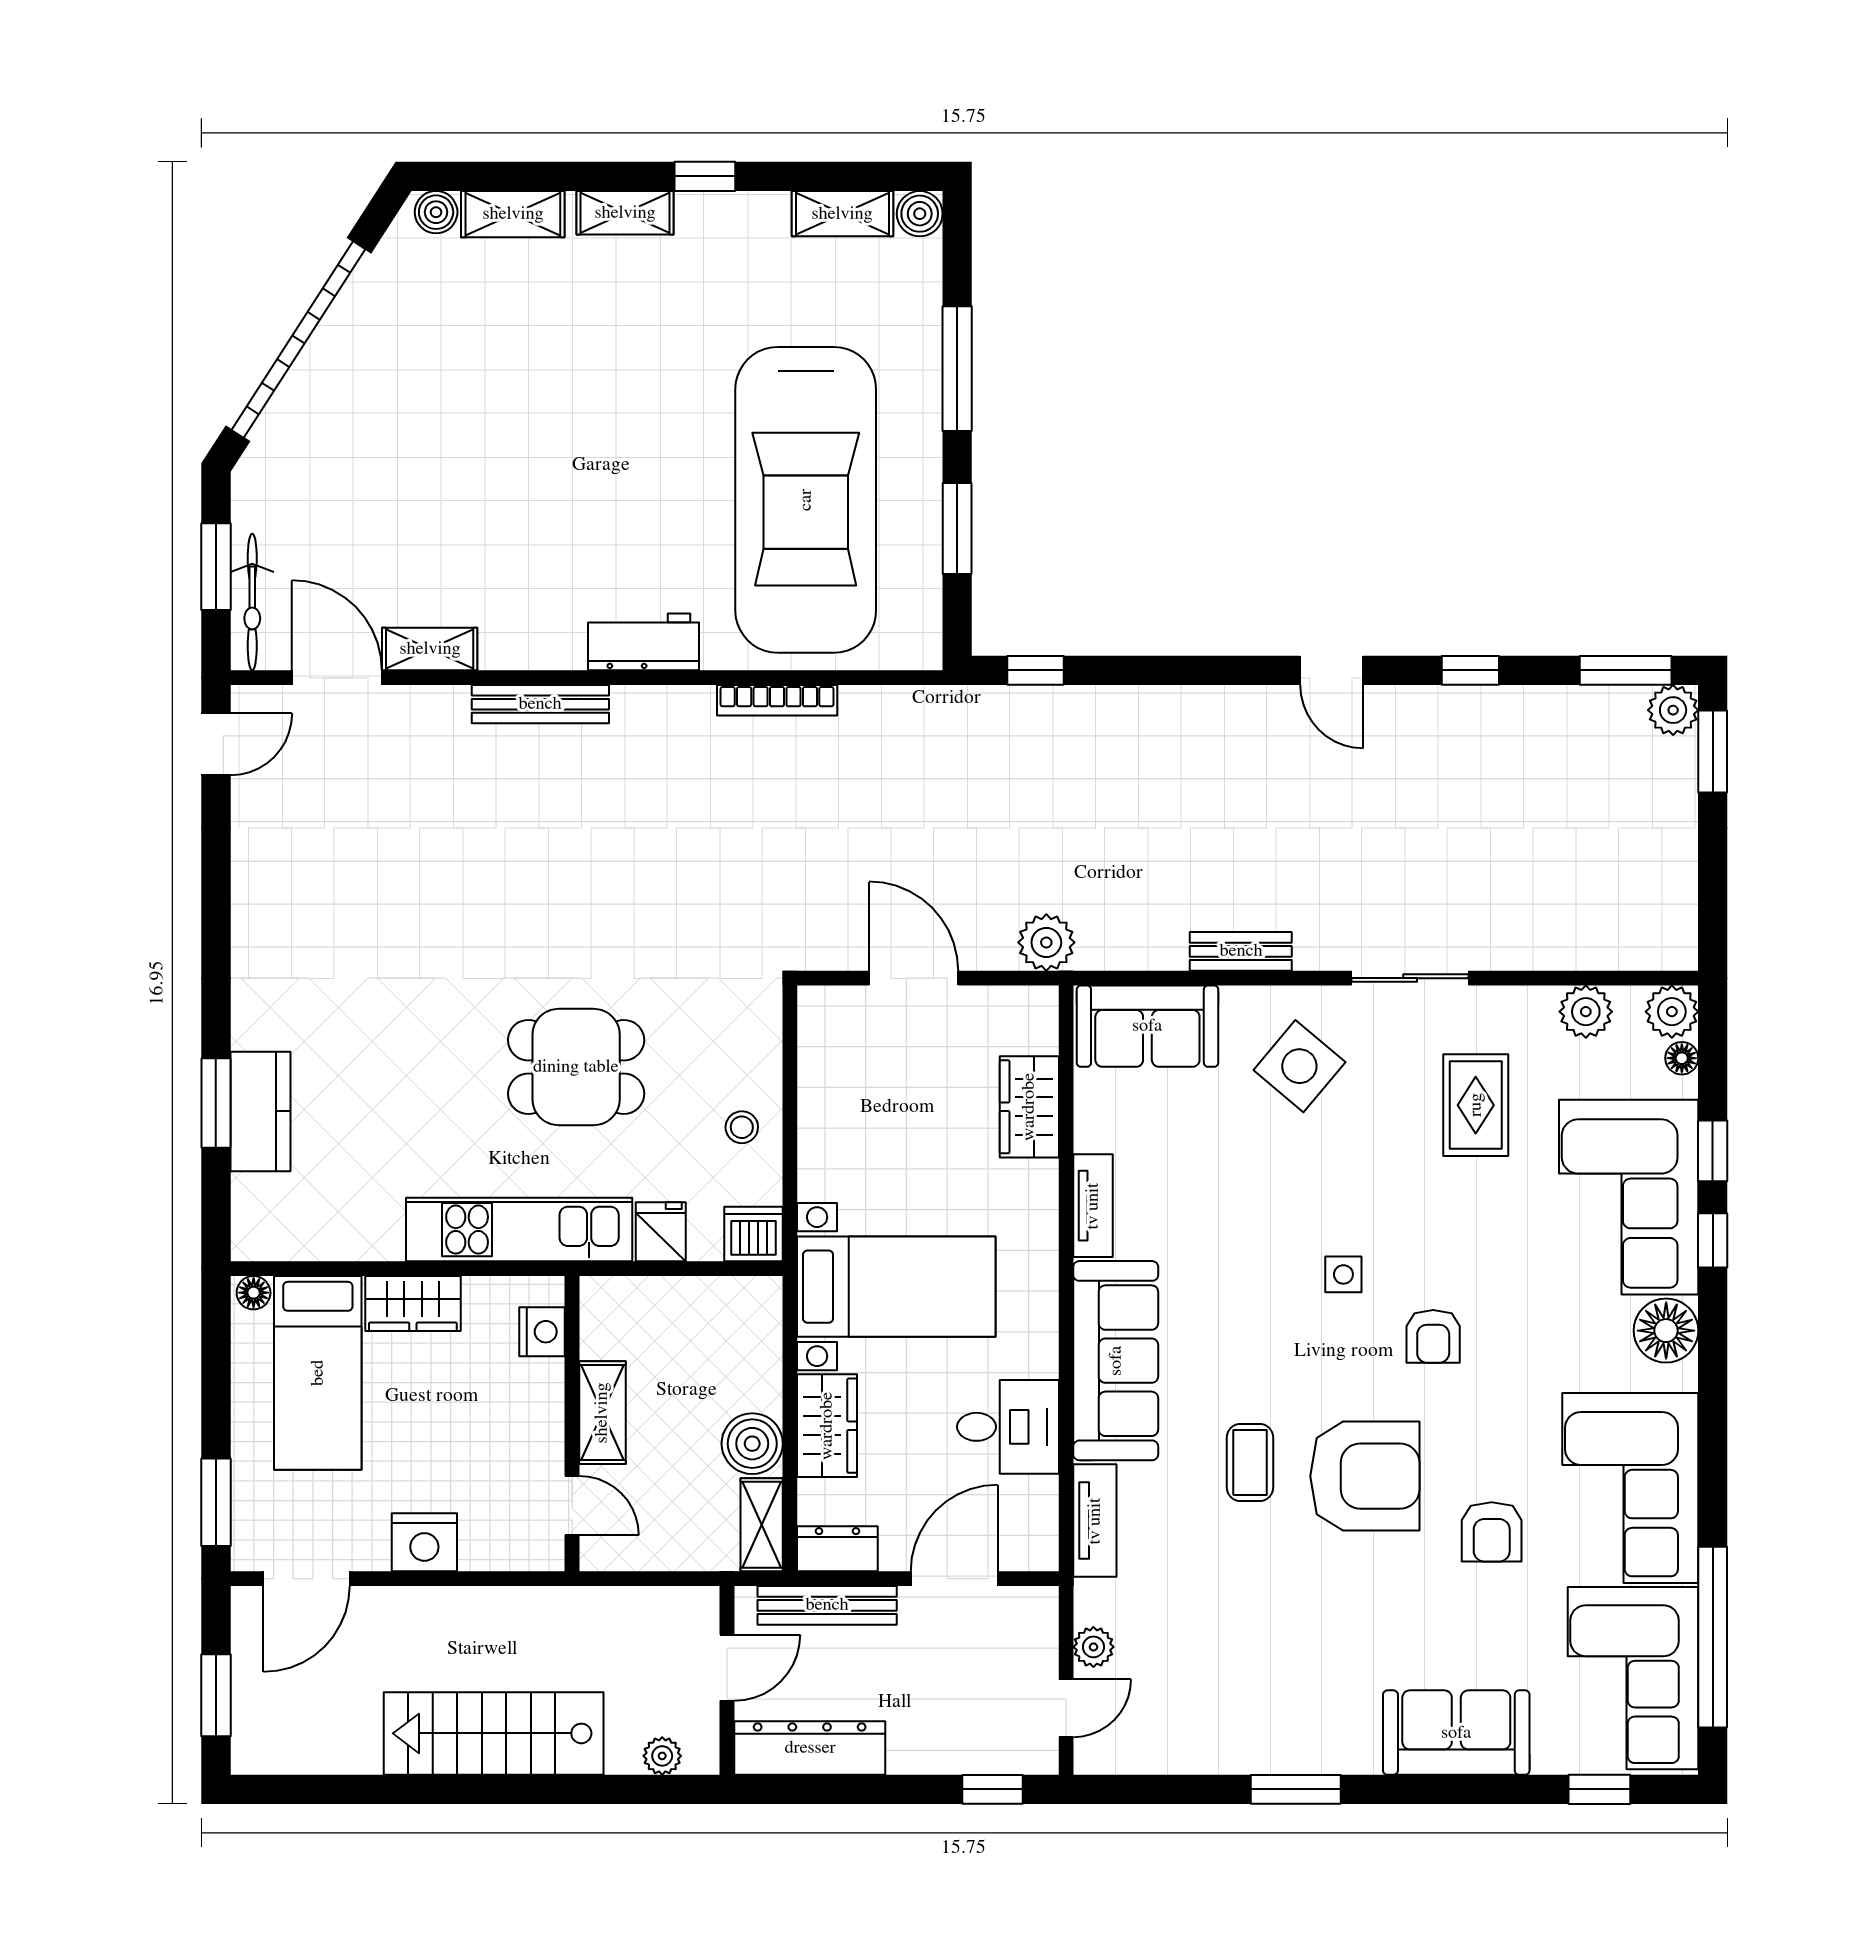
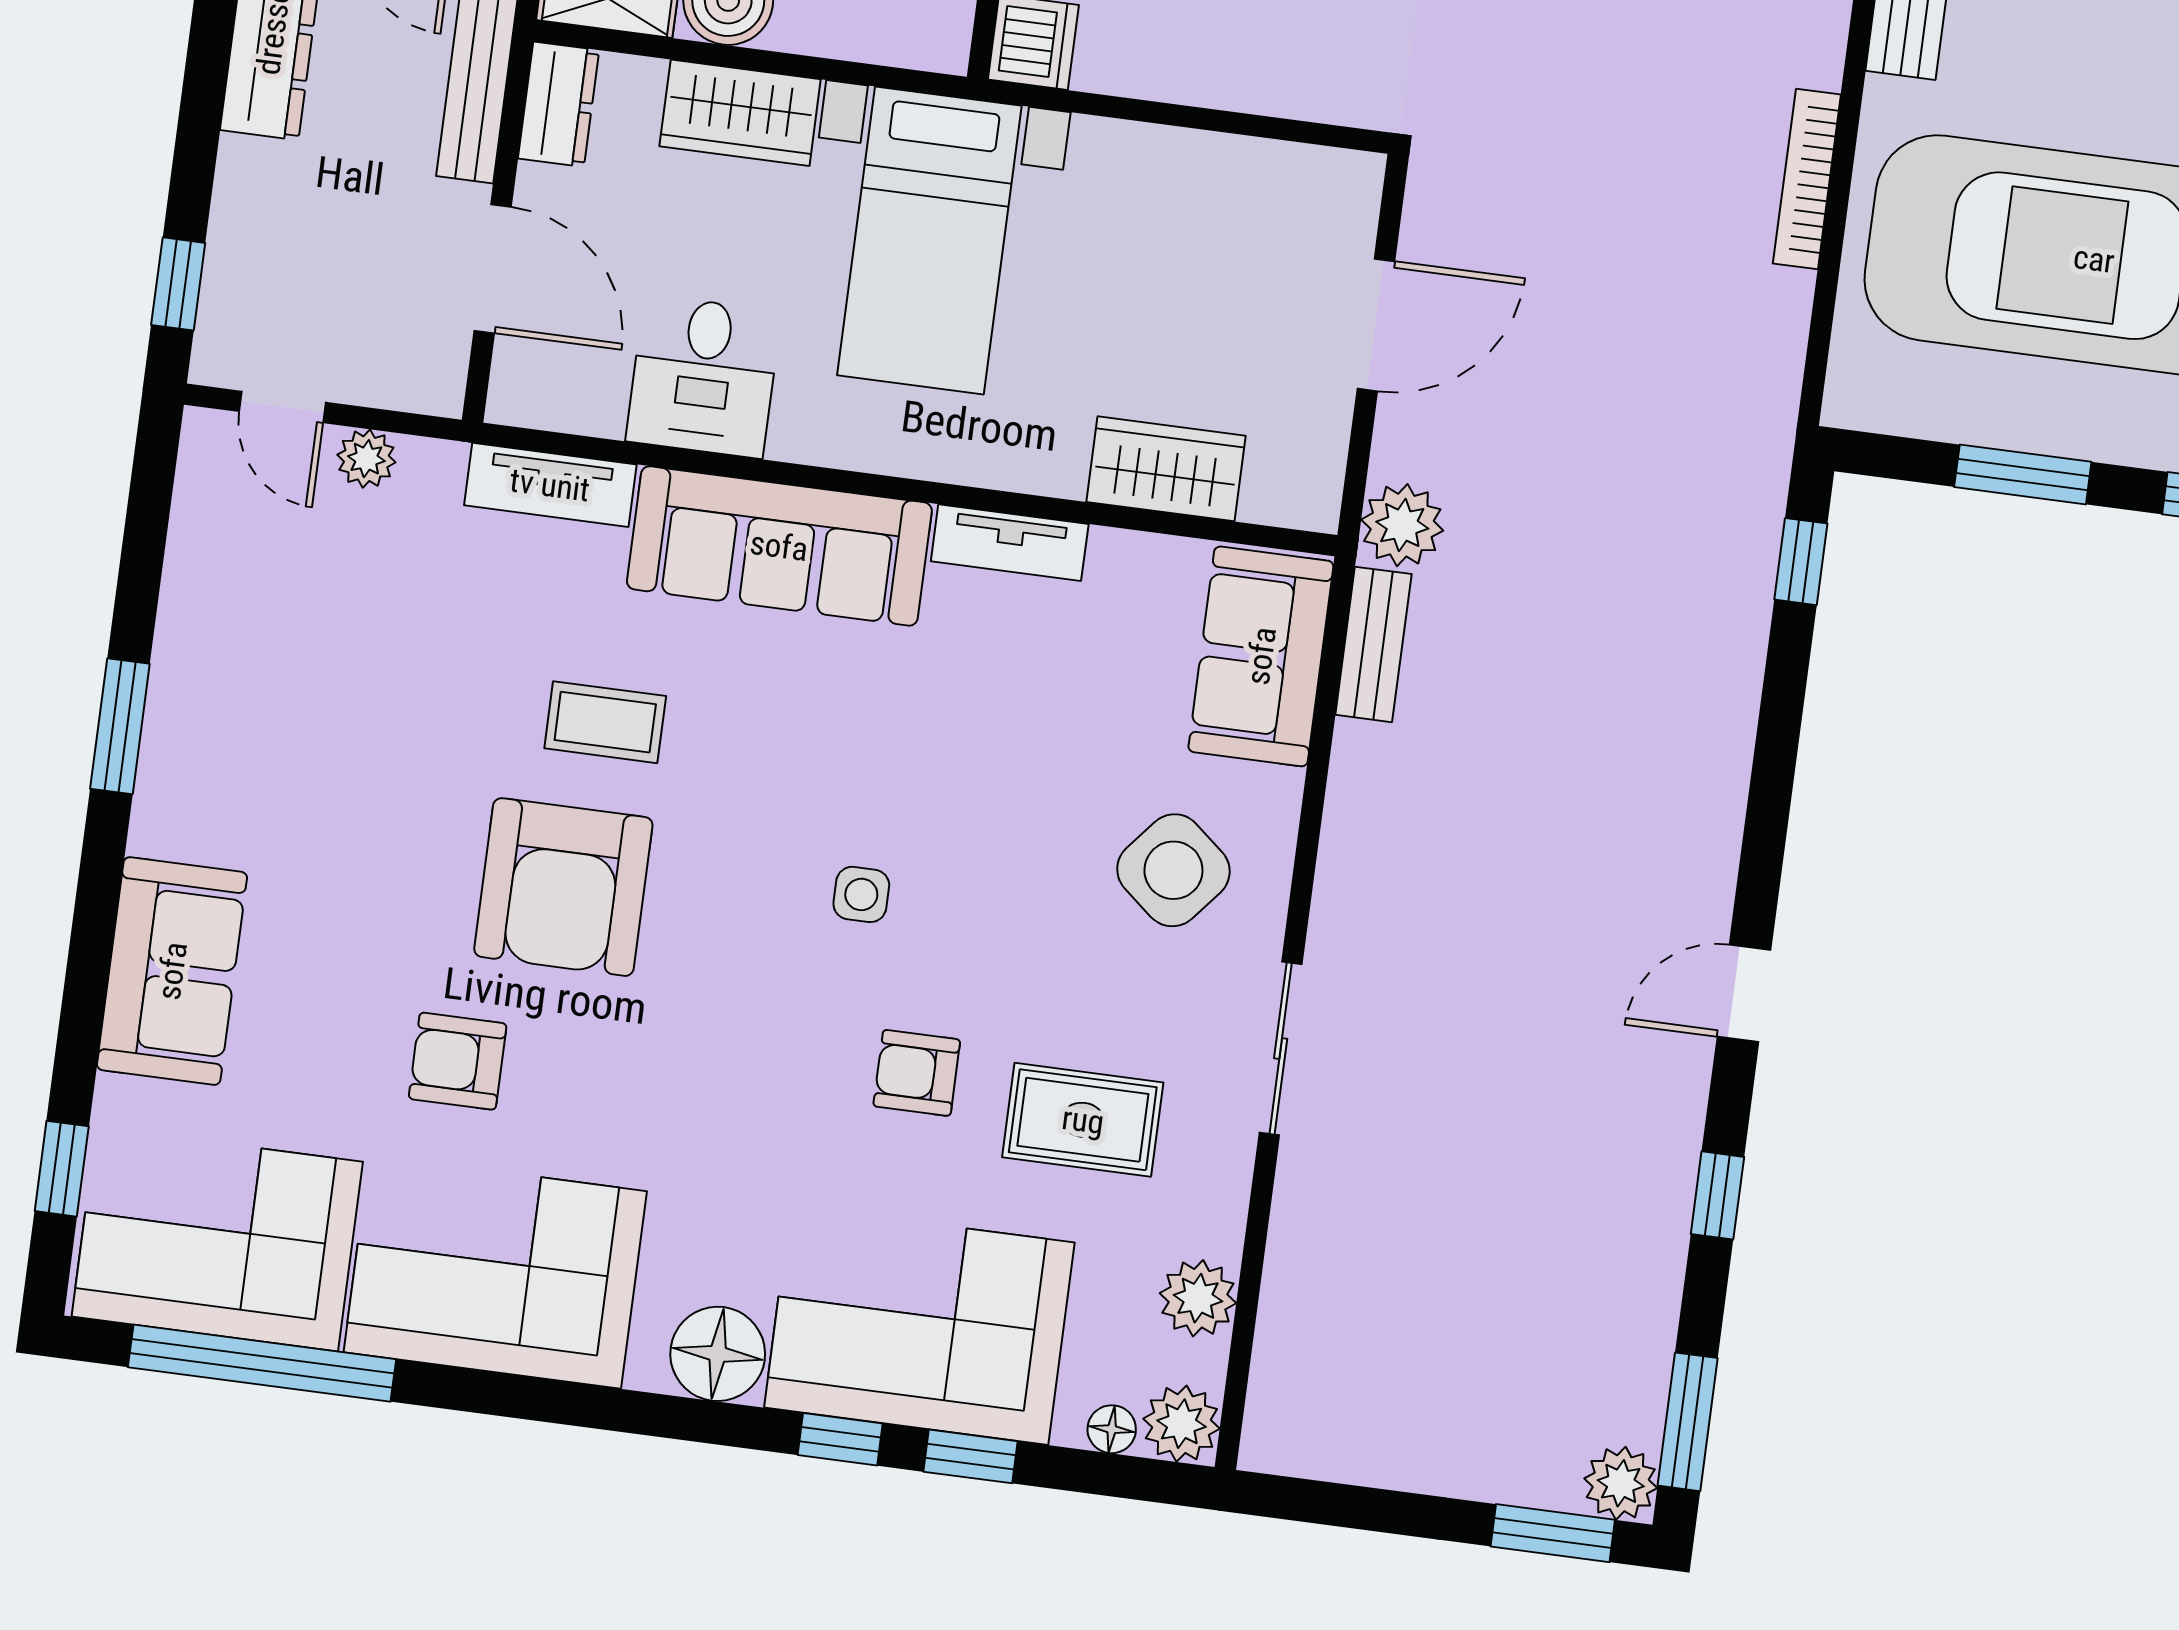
bench: (1241, 951) -> (1373, 644), moved
stool: (742, 1127) -> (1191, 46), removed
armchair: (1433, 1336) -> (917, 1073), moved

